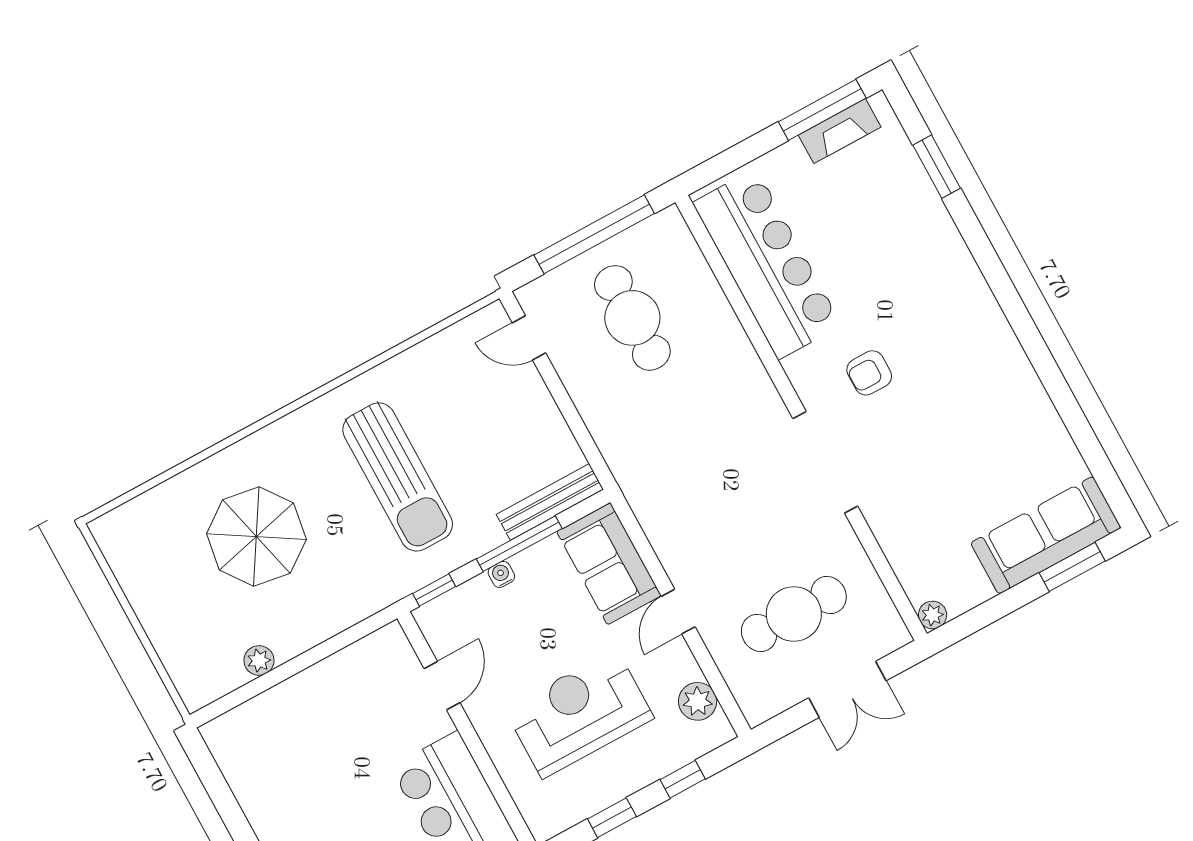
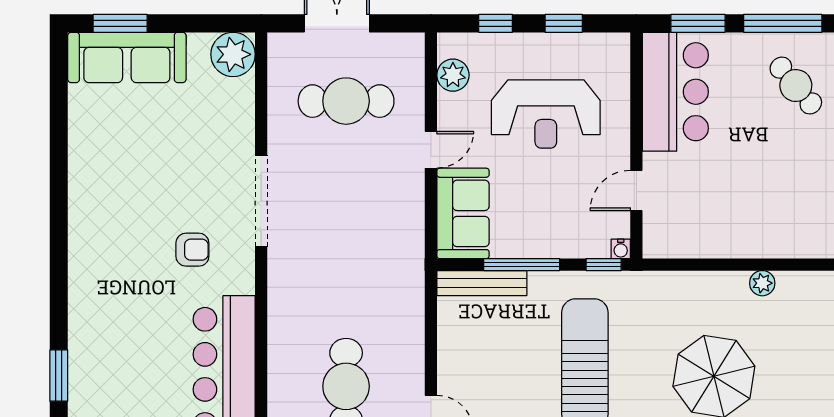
water cooler: (501, 574) -> (621, 249), moved
plant: (933, 615) -> (233, 54), width x1.88, depth x1.88

